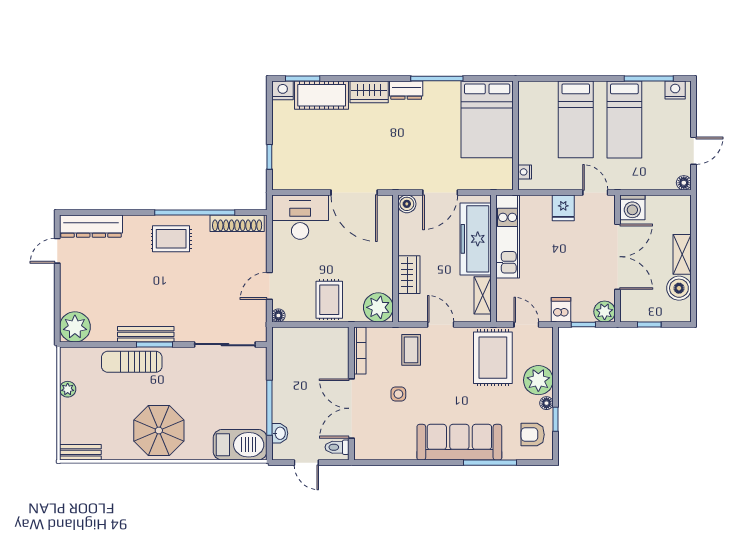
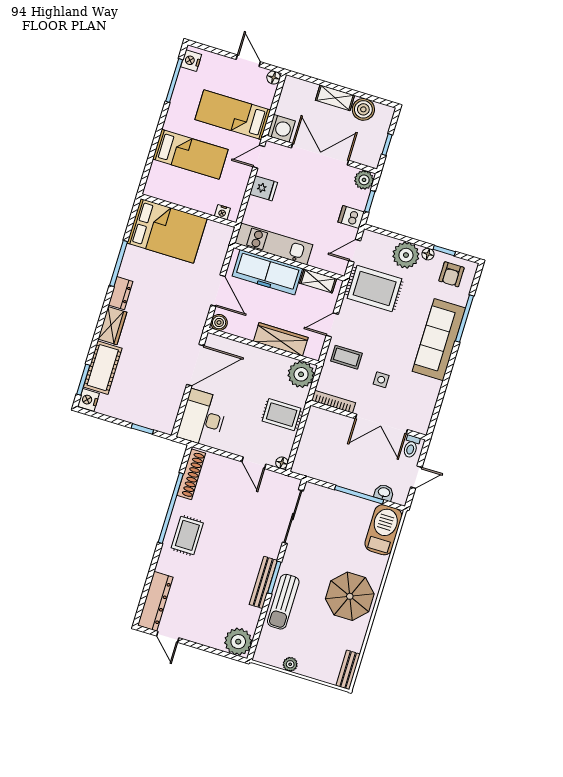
bed: (624, 119) -> (233, 115), moved, turned 180
wardrobe: (409, 275) -> (281, 339), width x1.50

